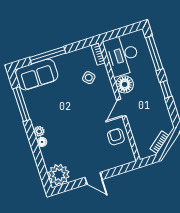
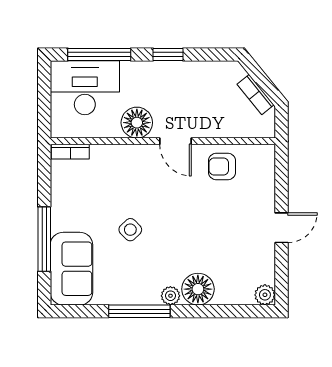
desk: (122, 55) -> (85, 88), moved, turned 180
side table: (89, 78) -> (130, 230), moved
window: (21, 104) -> (139, 311), moved
floor lamp: (42, 142) -> (198, 289), width x1.89, depth x1.89
plant: (59, 175) -> (265, 295), width x0.53, depth x0.53

